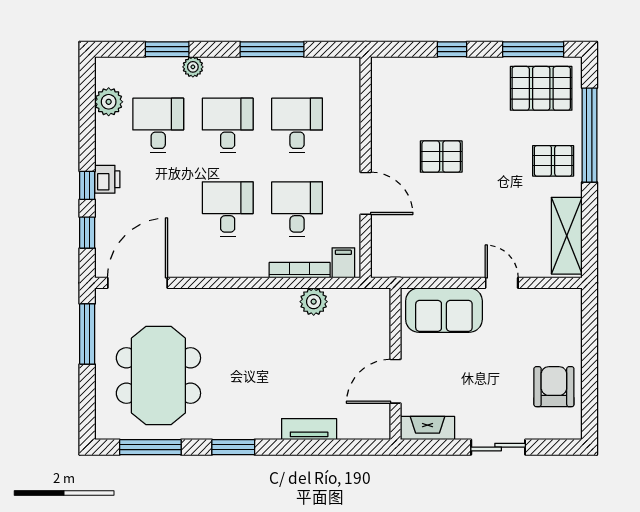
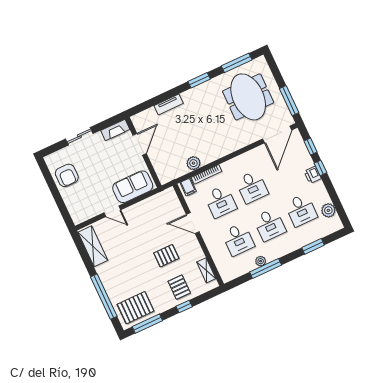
plant: (193, 67) -> (261, 261), moved
shelving: (381, 96) -> (206, 270), added
pallet: (553, 161) -> (179, 287), moved, turned 90

